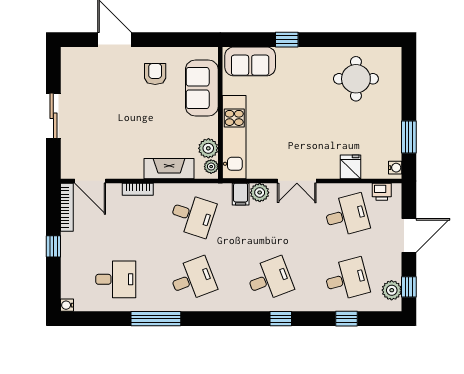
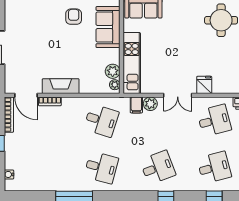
fridge: (350, 167) -> (204, 85), moved
fireplace: (169, 169) -> (61, 86), moved
bookcase: (138, 189) -> (50, 101), moved
desk: (116, 279) -> (45, 167), removed
desk: (193, 279) -> (101, 167), turned 36
water cooler: (67, 305) -> (9, 174), moved

